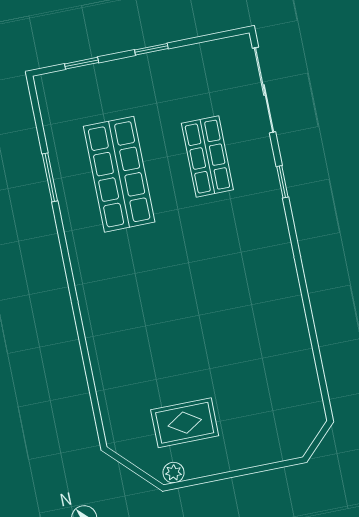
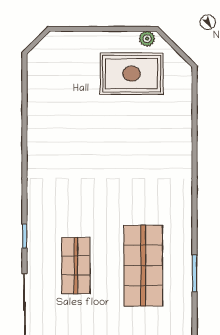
rug: (185, 423) -> (132, 74), width x1.36, depth x1.43

